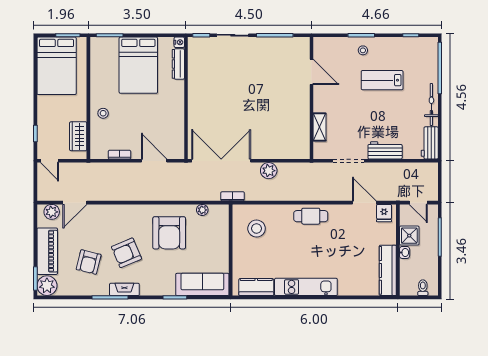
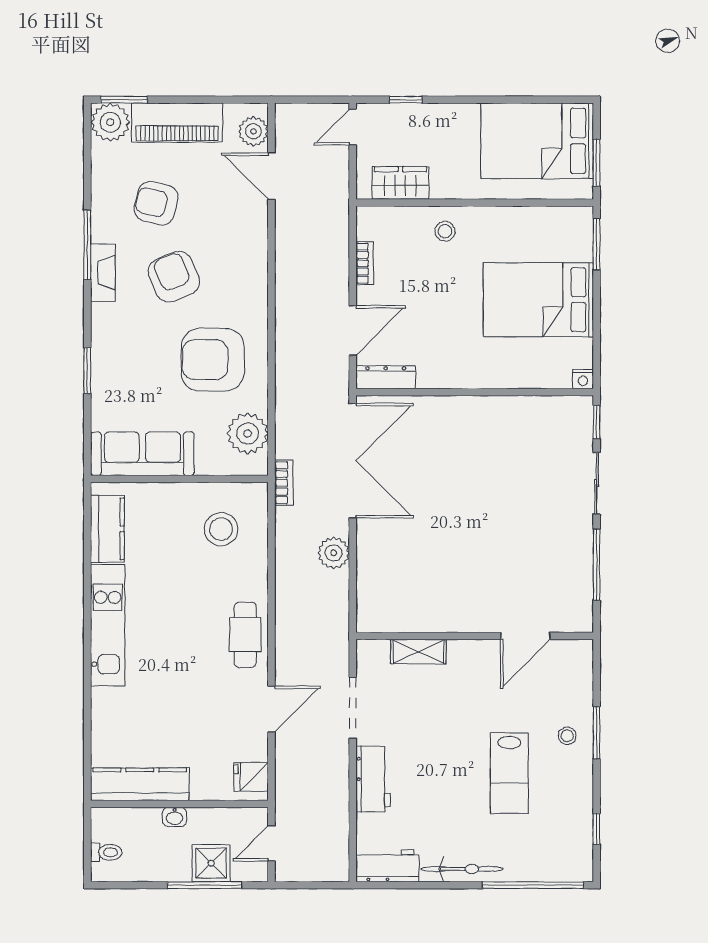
dresser: (178, 64) -> (386, 377), moved
lab bench: (382, 80) -> (509, 773), turned 180
door: (364, 203) -> (271, 709), moved
plant: (202, 210) -> (248, 433), width x1.88, depth x1.88
shower: (409, 236) -> (211, 863), moved
sofa: (202, 284) -> (142, 454), moved, turned -90

